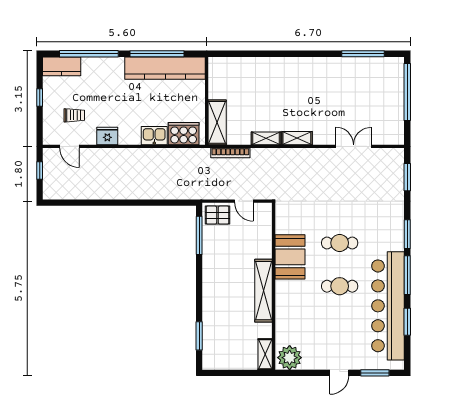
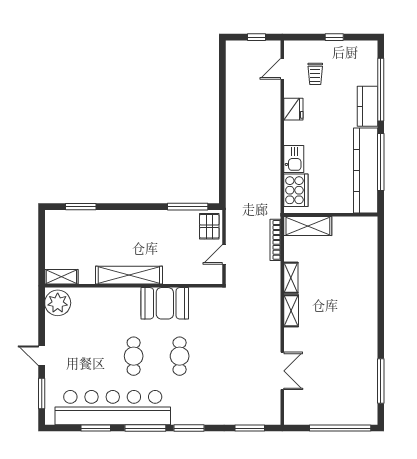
kitchen counter: (62, 66) -> (367, 106), moved

